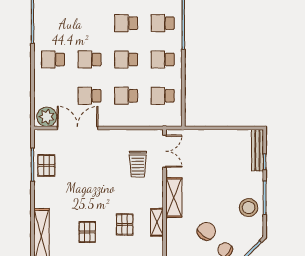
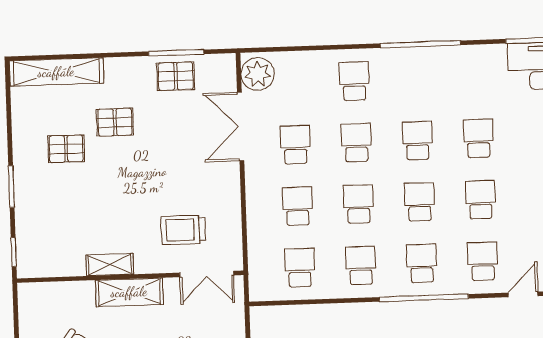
school desk: (90, 23) -> (417, 140), added
double door: (78, 128) -> (241, 126), swing flipped
shelving: (157, 222) -> (110, 265), moved
pallet: (125, 224) -> (115, 122), moved

